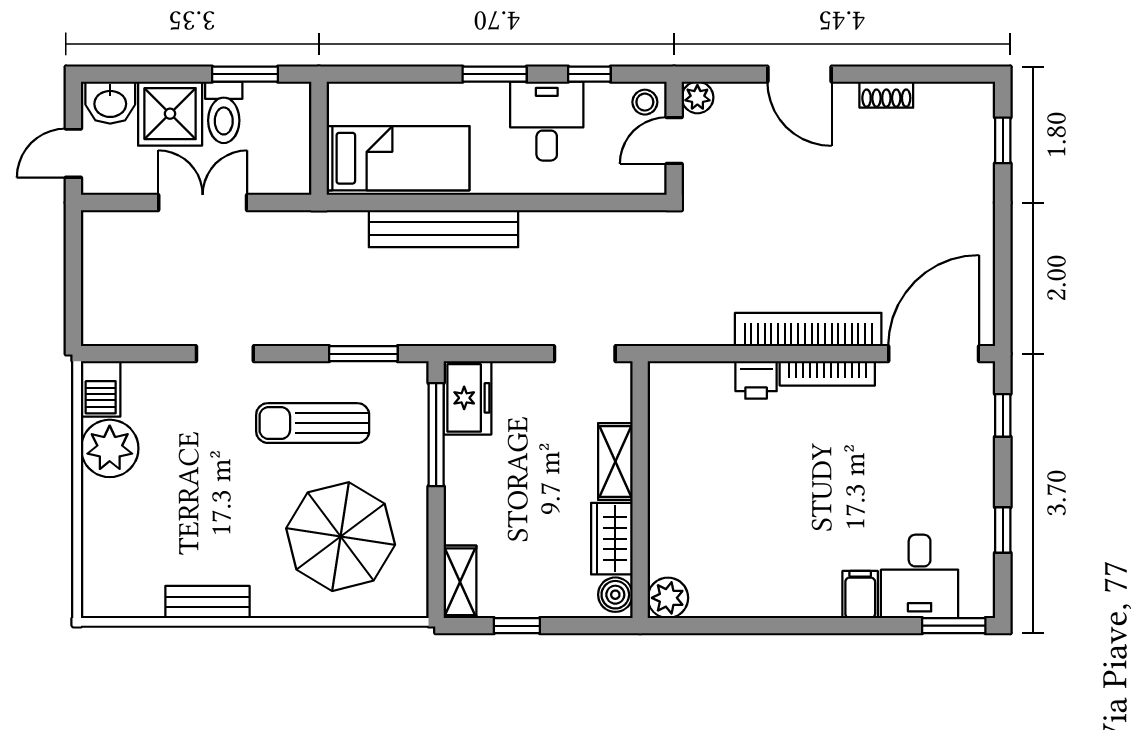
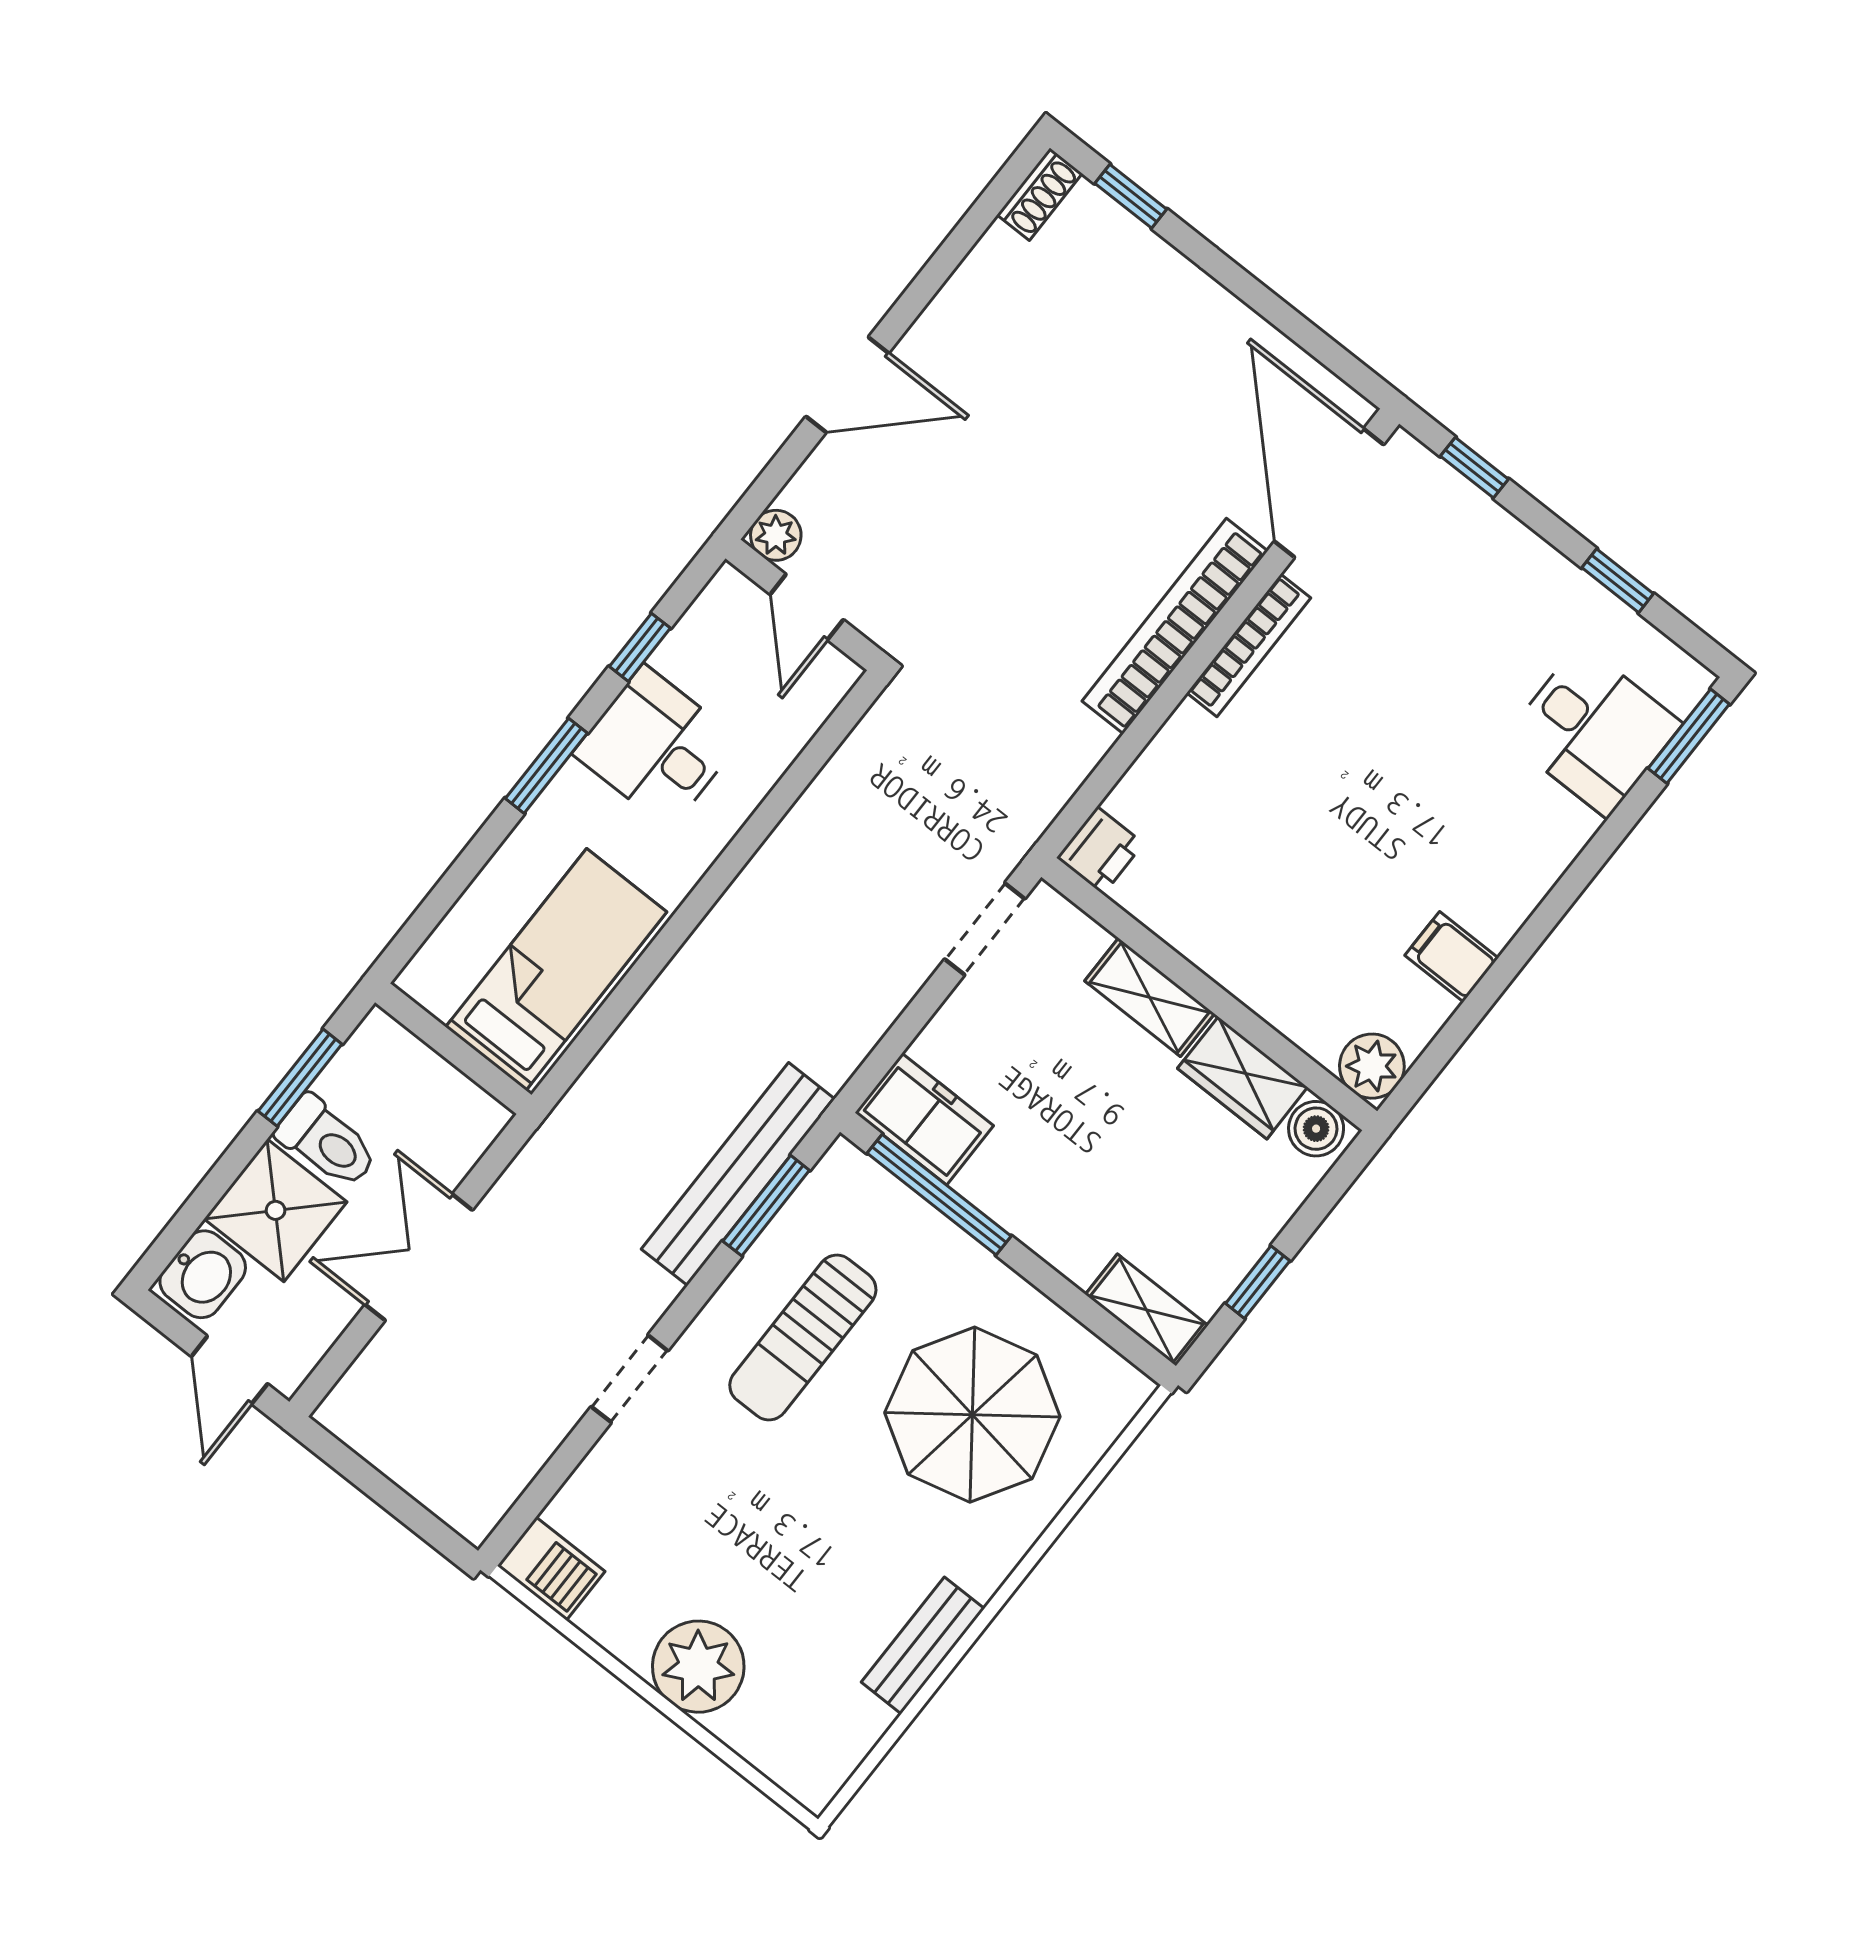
shoe rack: (886, 95) -> (1040, 194), moved
stool: (645, 102) -> (730, 606), removed
bench: (444, 229) -> (738, 1174), moved
printer: (756, 380) -> (1100, 851), moved
plant: (110, 448) -> (698, 1667), moved
filing cabinet: (860, 595) -> (1452, 957), moved

